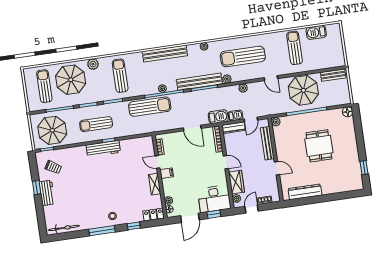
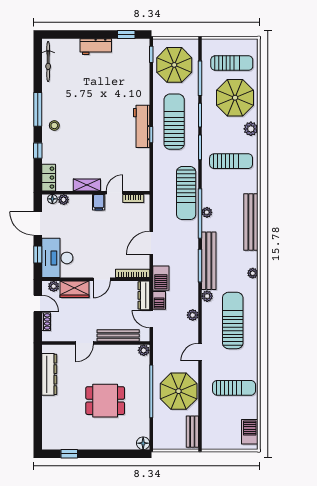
barbecue: (316, 32) -> (250, 432), moved
sun lounger: (96, 124) -> (174, 122), width x1.36, depth x1.34
trolley: (53, 167) -> (127, 59), removed
window: (37, 188) -> (126, 34), moved

